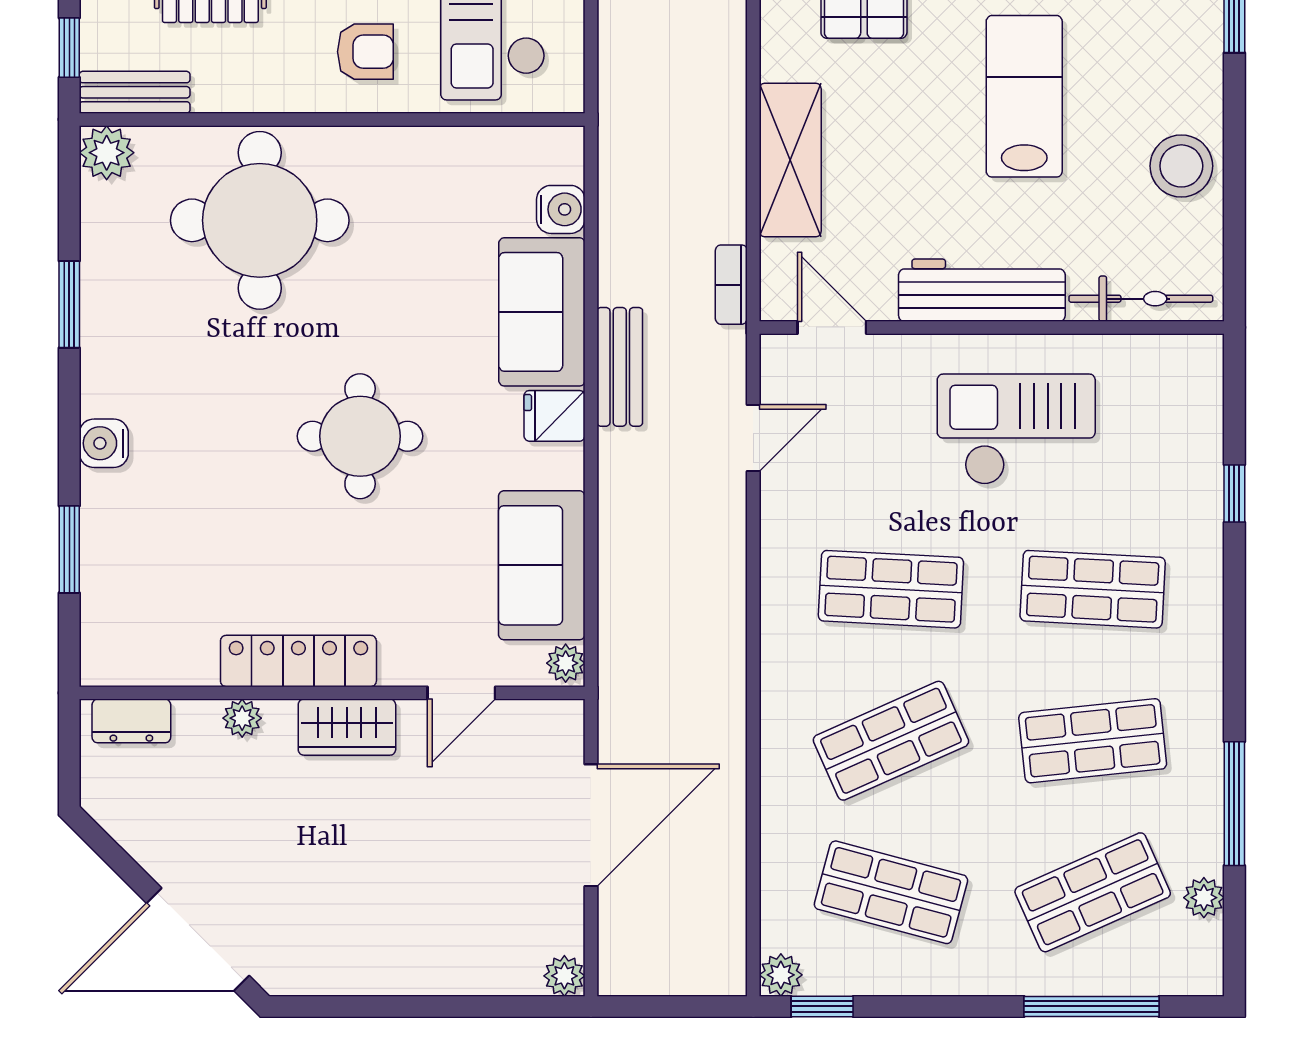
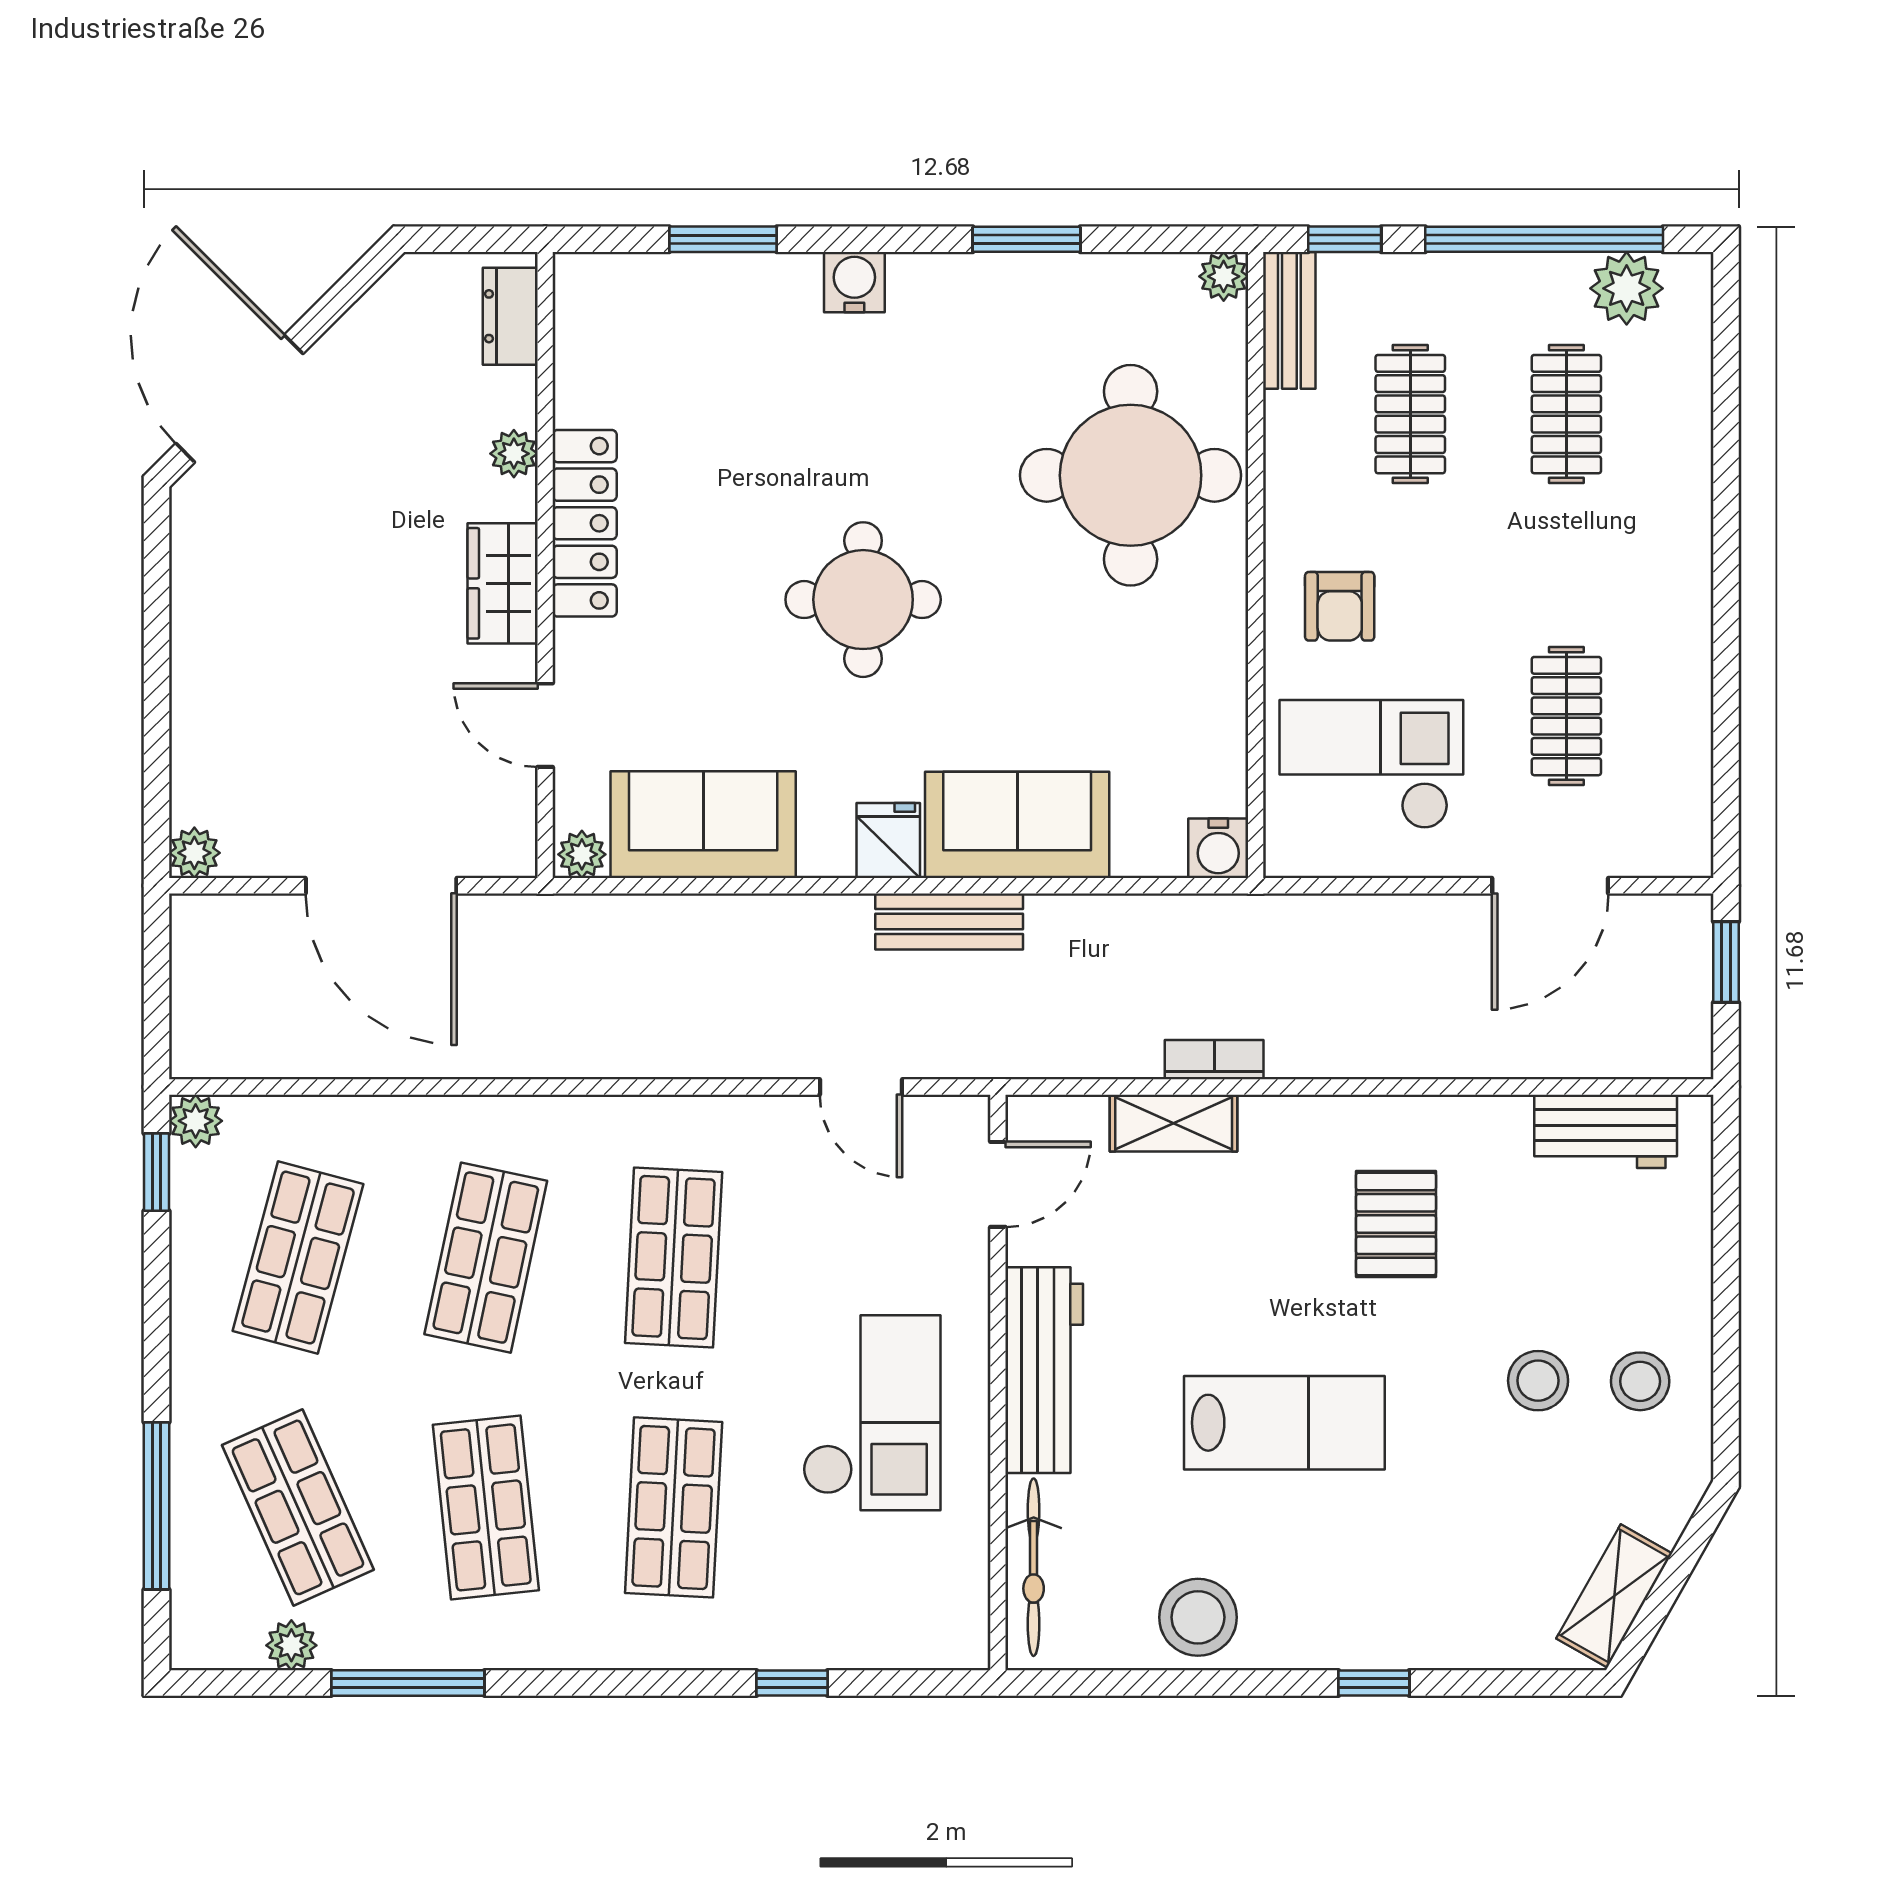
plant: (107, 153) -> (1224, 276), width x0.73, depth x0.73
shelving: (790, 160) -> (1174, 1123), width x0.67, depth x0.75
water cooler: (561, 209) -> (1218, 848), moved
bookcase: (731, 285) -> (1214, 1060), moved
shop shelf: (891, 741) -> (486, 1258), turned 36

